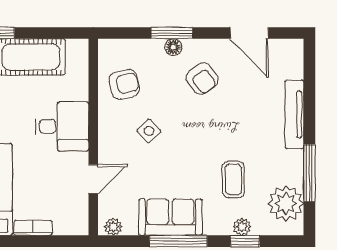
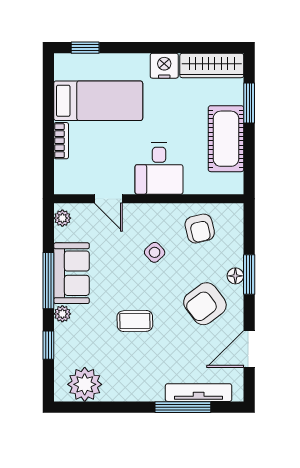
armchair: (202, 79) -> (205, 304), width x1.38, depth x1.38
tv unit: (294, 114) -> (199, 393), moved
window: (309, 173) -> (183, 407), moved
coffee table: (233, 179) -> (135, 321), moved
plant: (242, 227) -> (62, 314), moved

